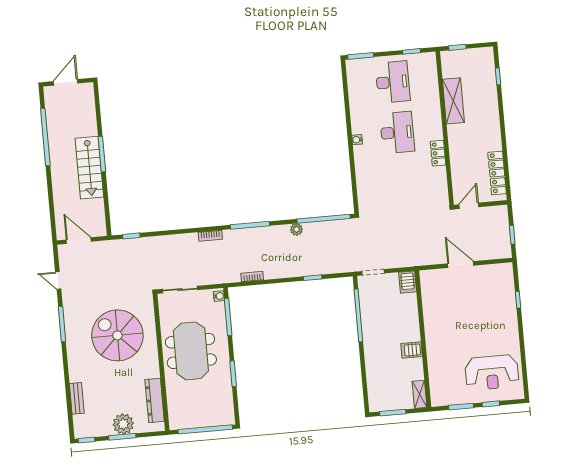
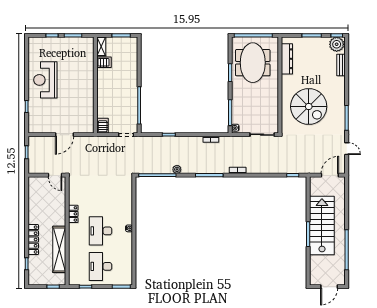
shelving: (453, 101) -> (59, 249), width x1.47
stairs: (89, 168) -> (322, 226), width x1.36, depth x1.51
locker: (497, 173) -> (33, 240), moved
door: (469, 206) -> (55, 175), hinge flipped
door: (79, 241) -> (330, 175), swing flipped
door: (461, 265) -> (64, 135), hinge flipped
server rack: (412, 350) -> (104, 62), moved
meeting table: (191, 351) -> (253, 63), moved
reception desk: (492, 373) -> (45, 80), moved, turned -90
plant: (123, 424) -> (337, 44), moved

